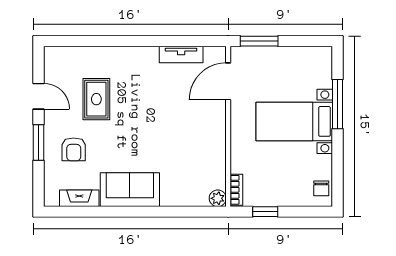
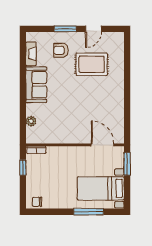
tv unit: (181, 54) -> (119, 116), removed
rug: (96, 99) -> (92, 64), width x1.36, depth x1.43
bed with nightstands: (294, 121) -> (101, 188), moved, turned -90
plant: (218, 198) -> (31, 121), moved

